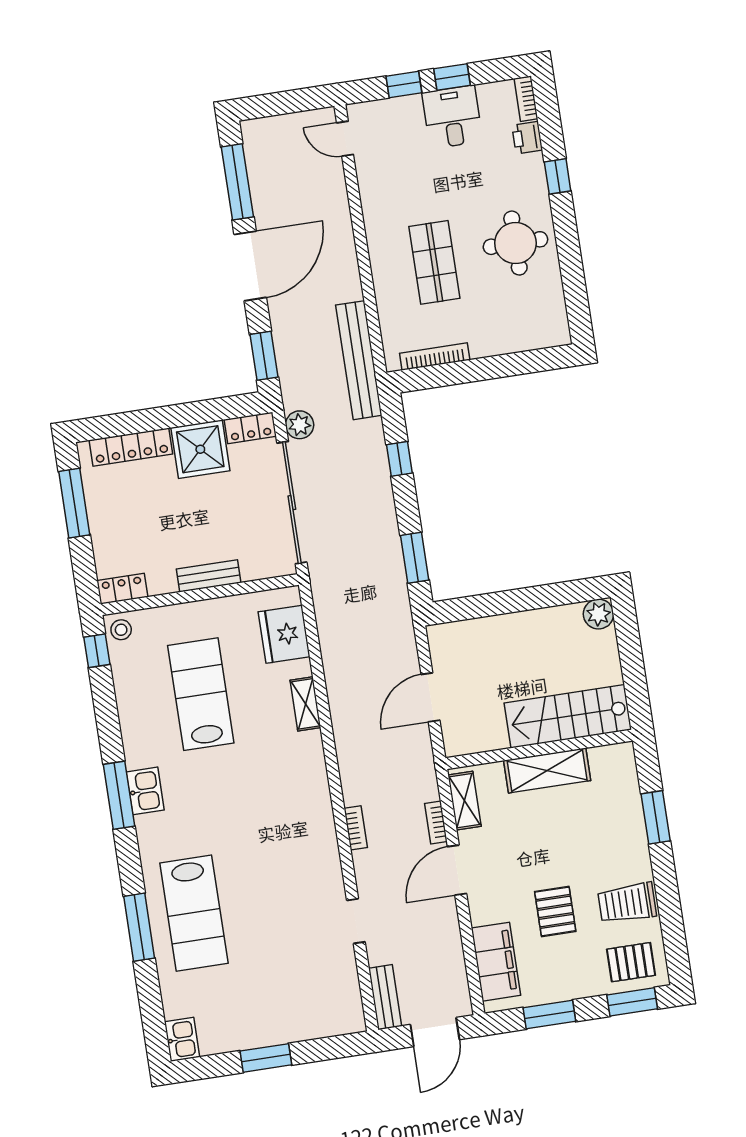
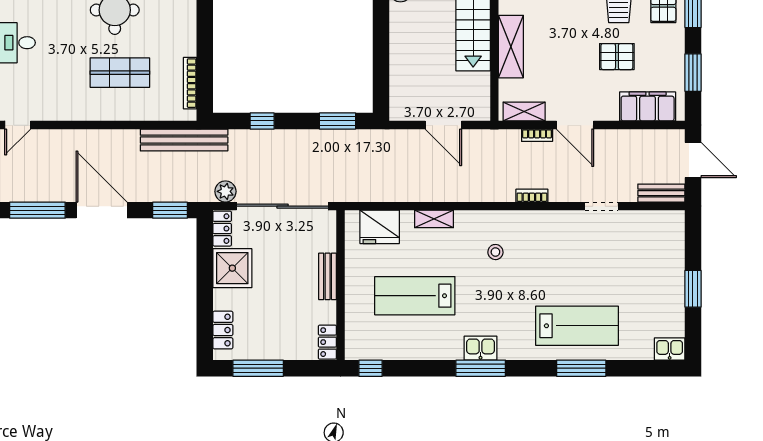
locker: (131, 447) -> (223, 330), width x0.66
stool: (121, 630) -> (495, 252), moved

